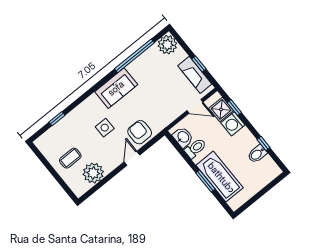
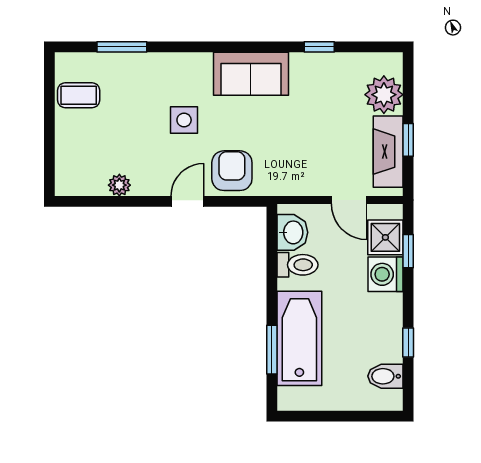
plant: (167, 45) -> (384, 95), moved
window: (134, 56) -> (319, 47), width x0.32
window: (57, 119) -> (122, 47), width x1.50
bidet: (257, 154) -> (385, 376), moved
coffee table: (70, 158) -> (79, 95), moved
plant: (93, 173) -> (119, 185), width x0.53, depth x0.53
window: (205, 181) -> (272, 350), moved

